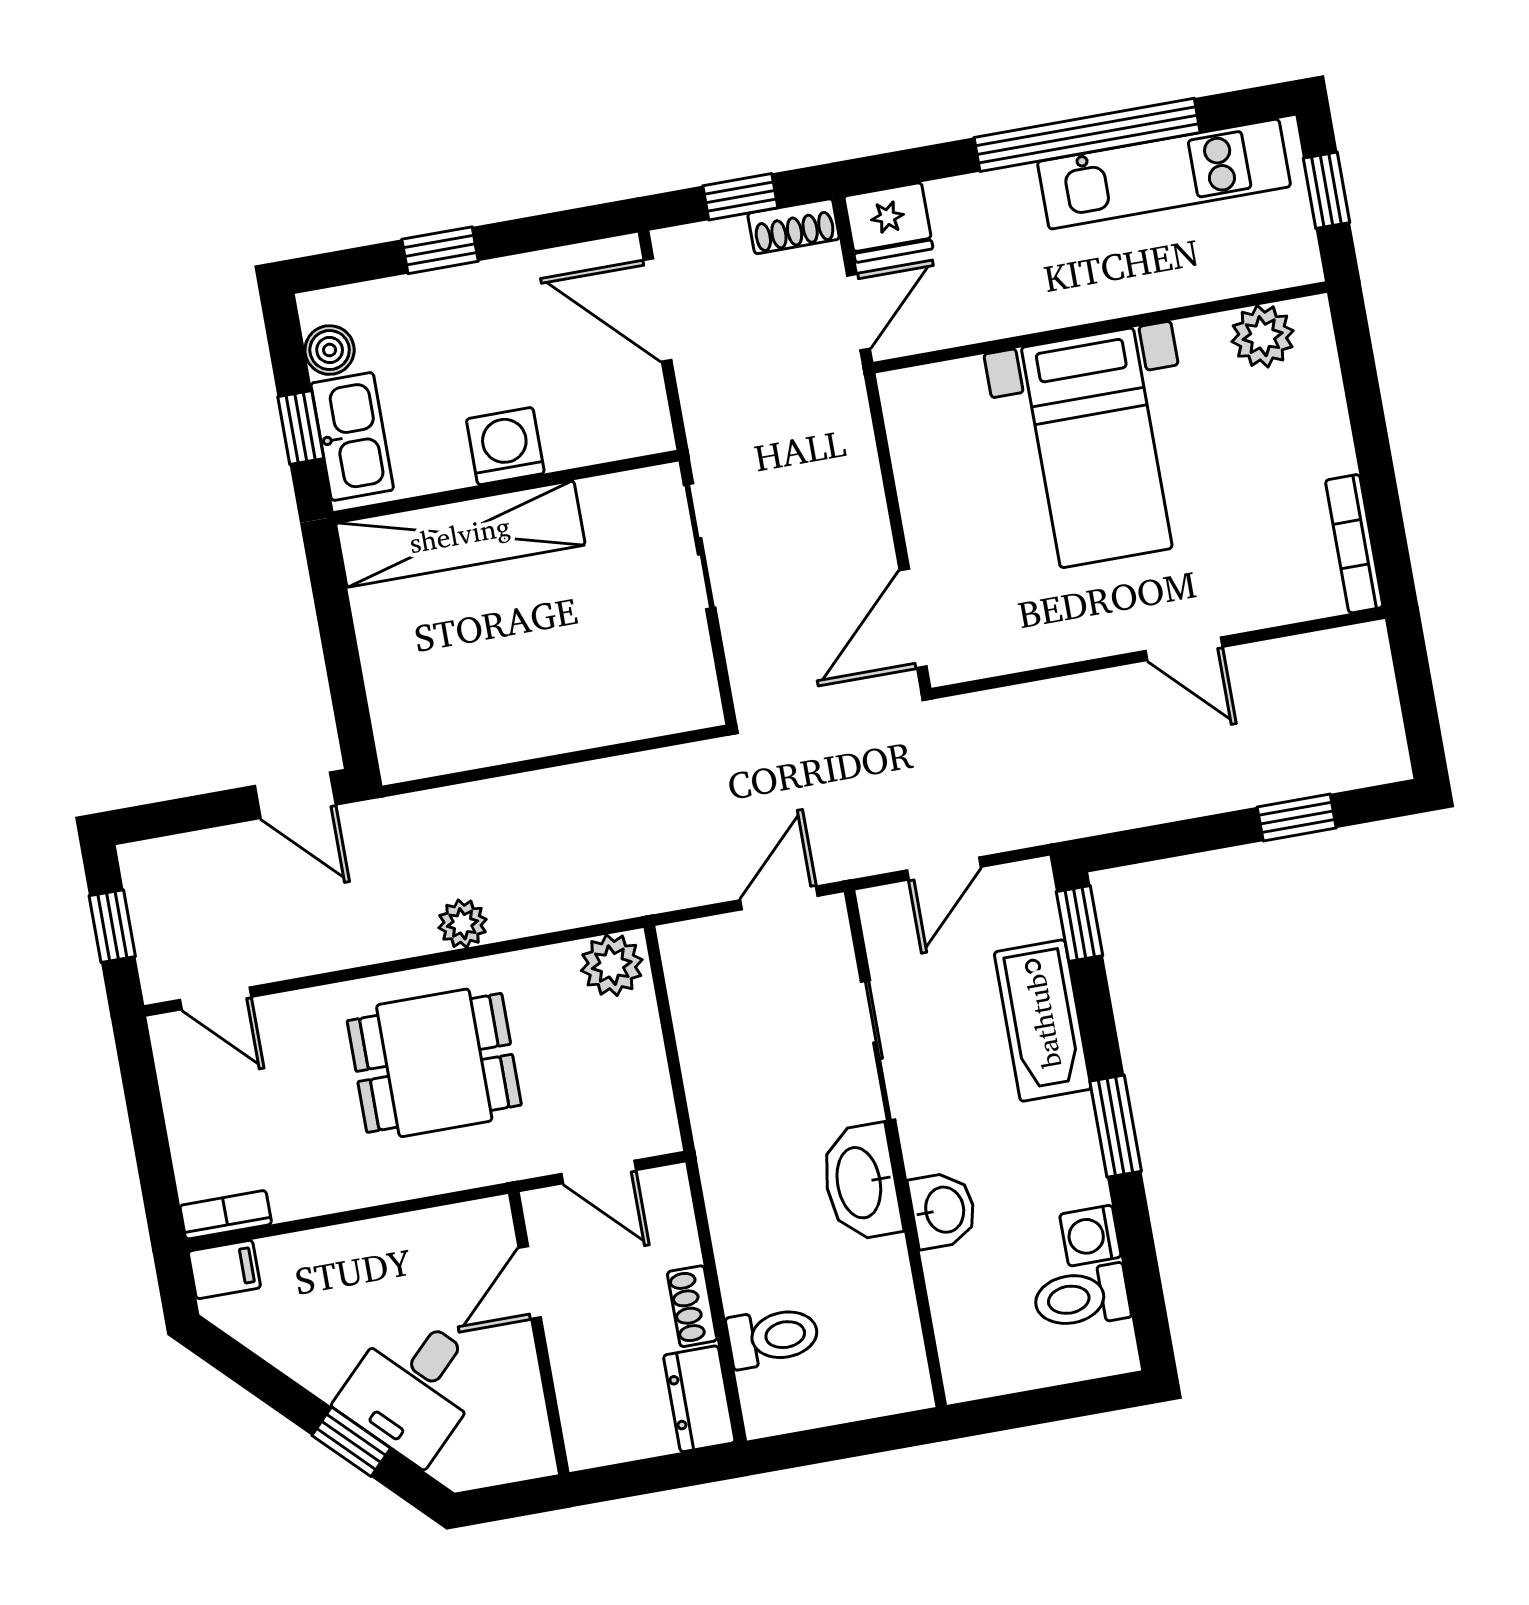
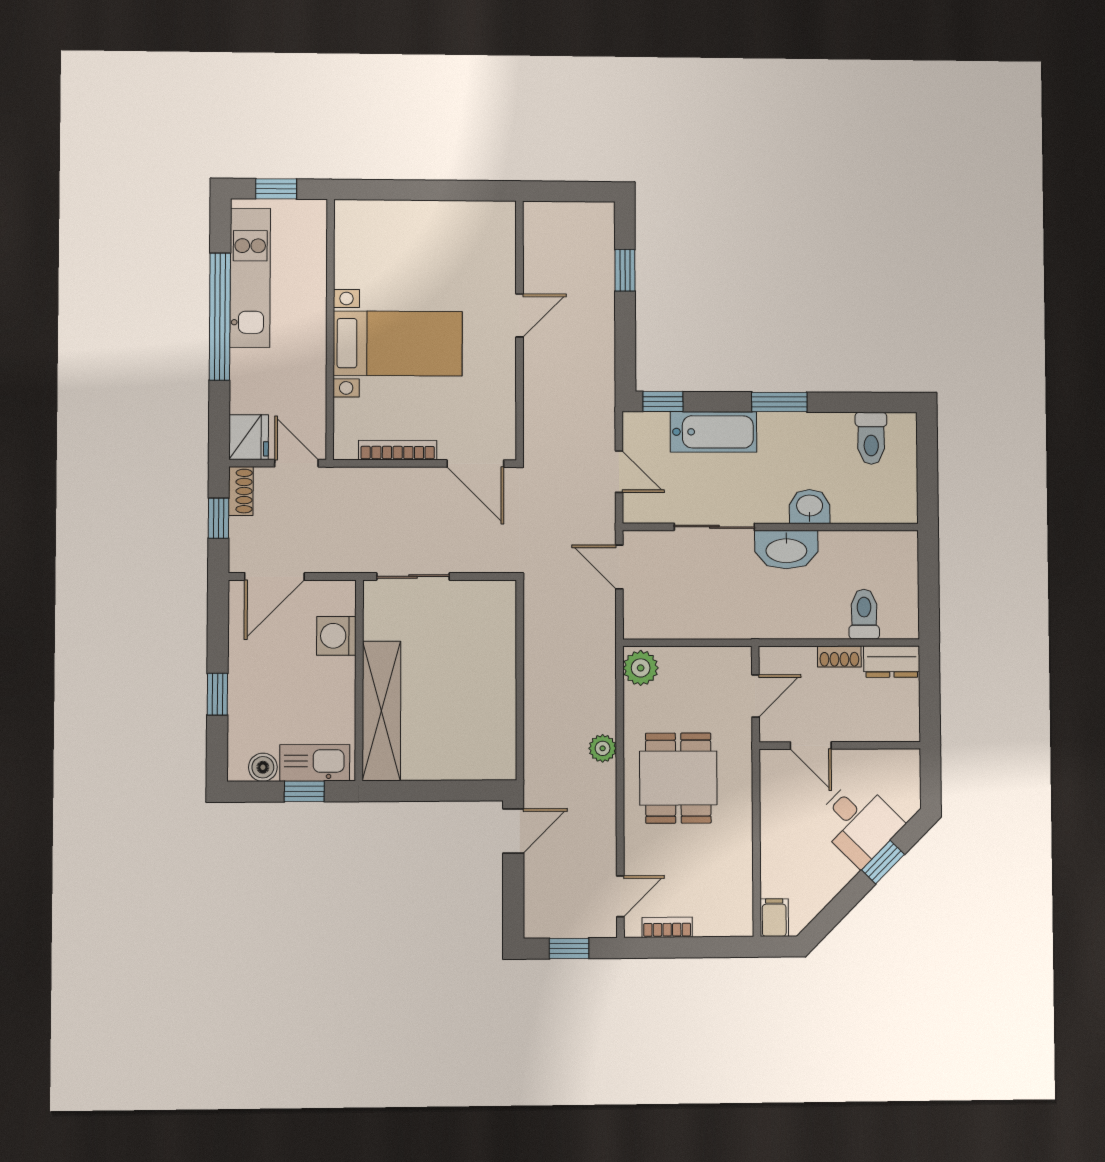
plant: (1263, 336) -> (352, 240), removed
washing machine: (505, 446) -> (336, 636), moved
bookcase: (1354, 544) -> (398, 450), moved, turned 180
bookcase: (226, 1215) -> (667, 927), moved, turned 90
washing machine: (1090, 1236) -> (838, 427), removed

